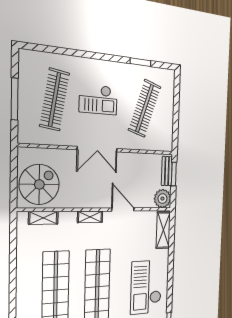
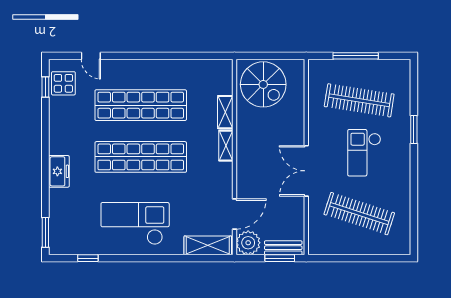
window: (140, 62) -> (414, 130), moved
double door: (97, 149) -> (306, 171), moved
door: (123, 209) -> (234, 214), moved
shelving: (43, 218) -> (225, 112), moved

